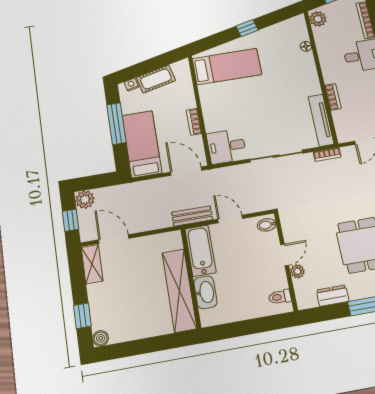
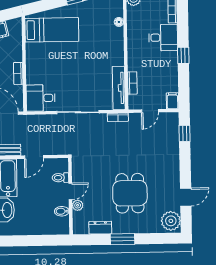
bookcase: (333, 97) -> (132, 83), moved
door: (230, 219) -> (34, 157), swing flipped
bidet: (267, 225) -> (62, 211), moved
toilet: (280, 297) -> (60, 178), moved

